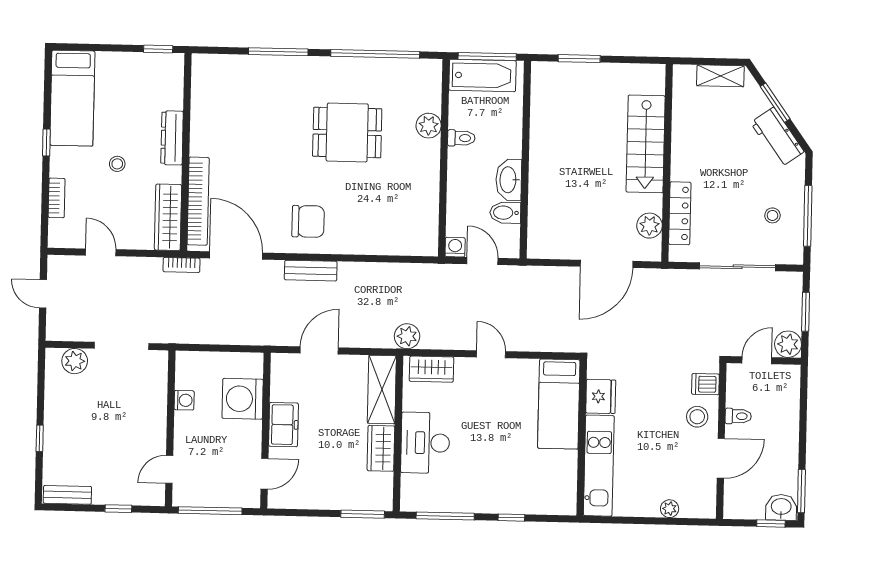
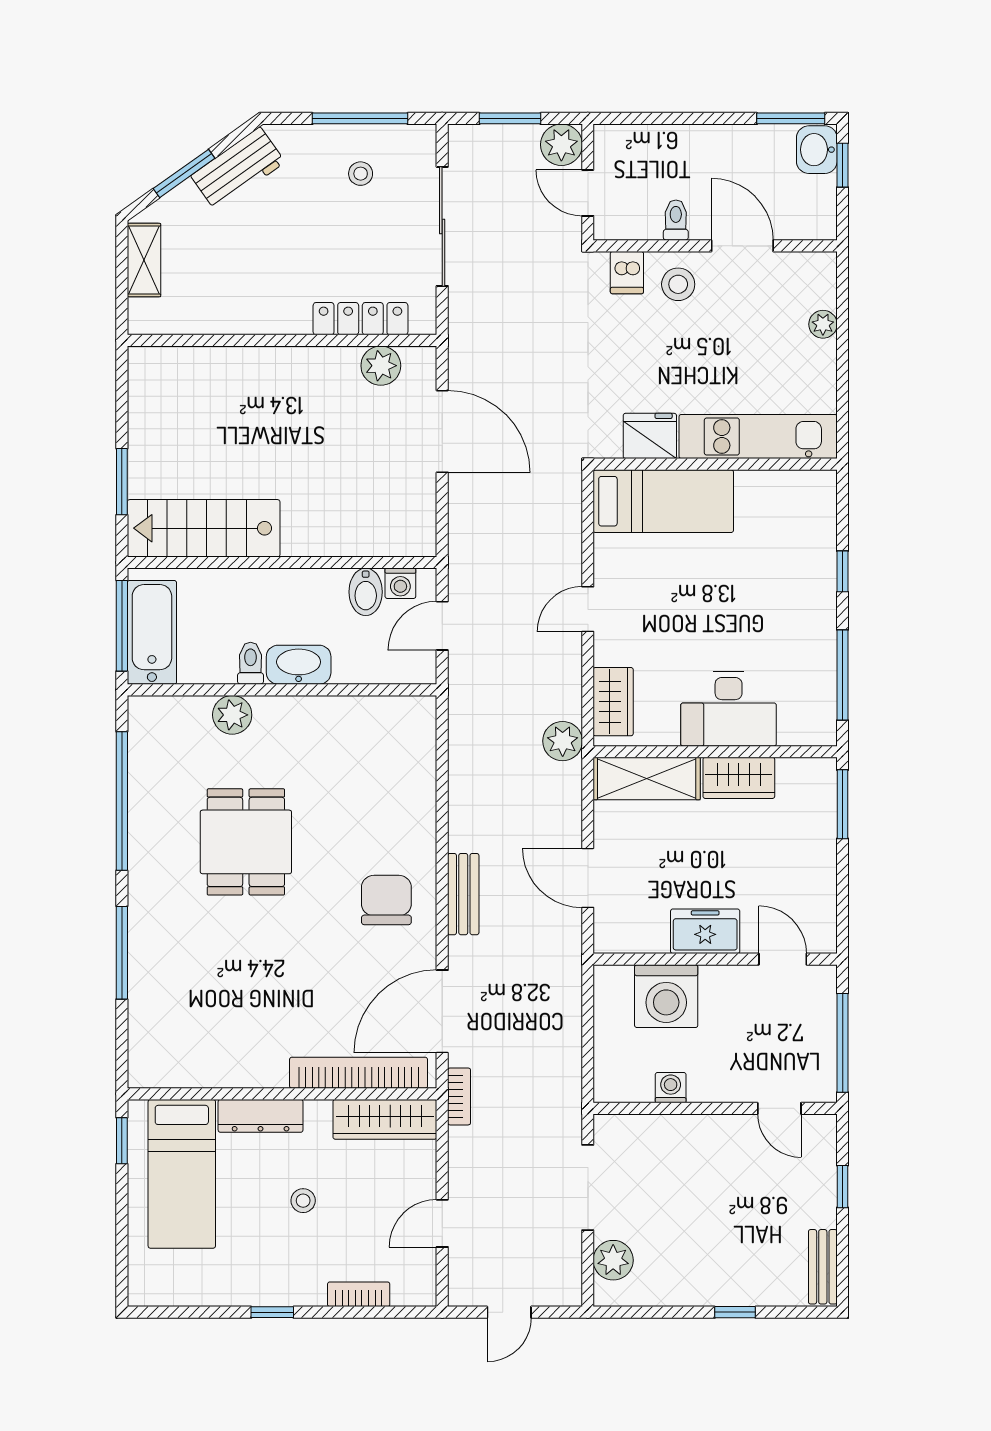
bed: (72, 98) -> (182, 1174), moved, turned 90
stairs: (646, 144) -> (204, 528), moved, turned 180
washbasin: (509, 180) -> (299, 665), moved, turned 180
washing machine: (455, 247) -> (400, 583), moved, turned -90

